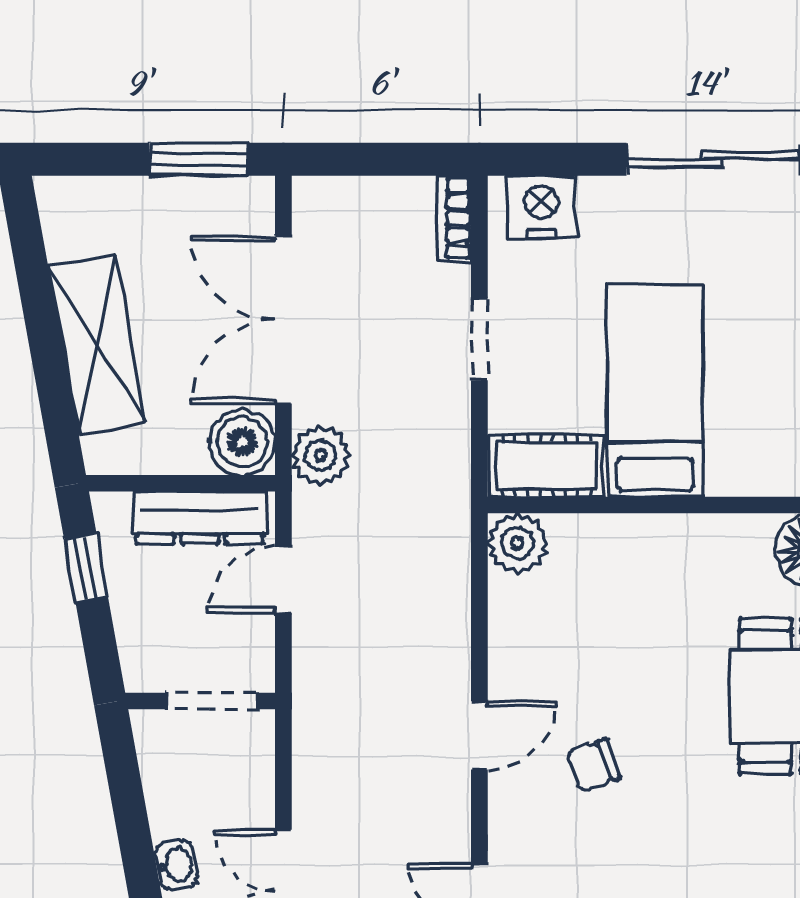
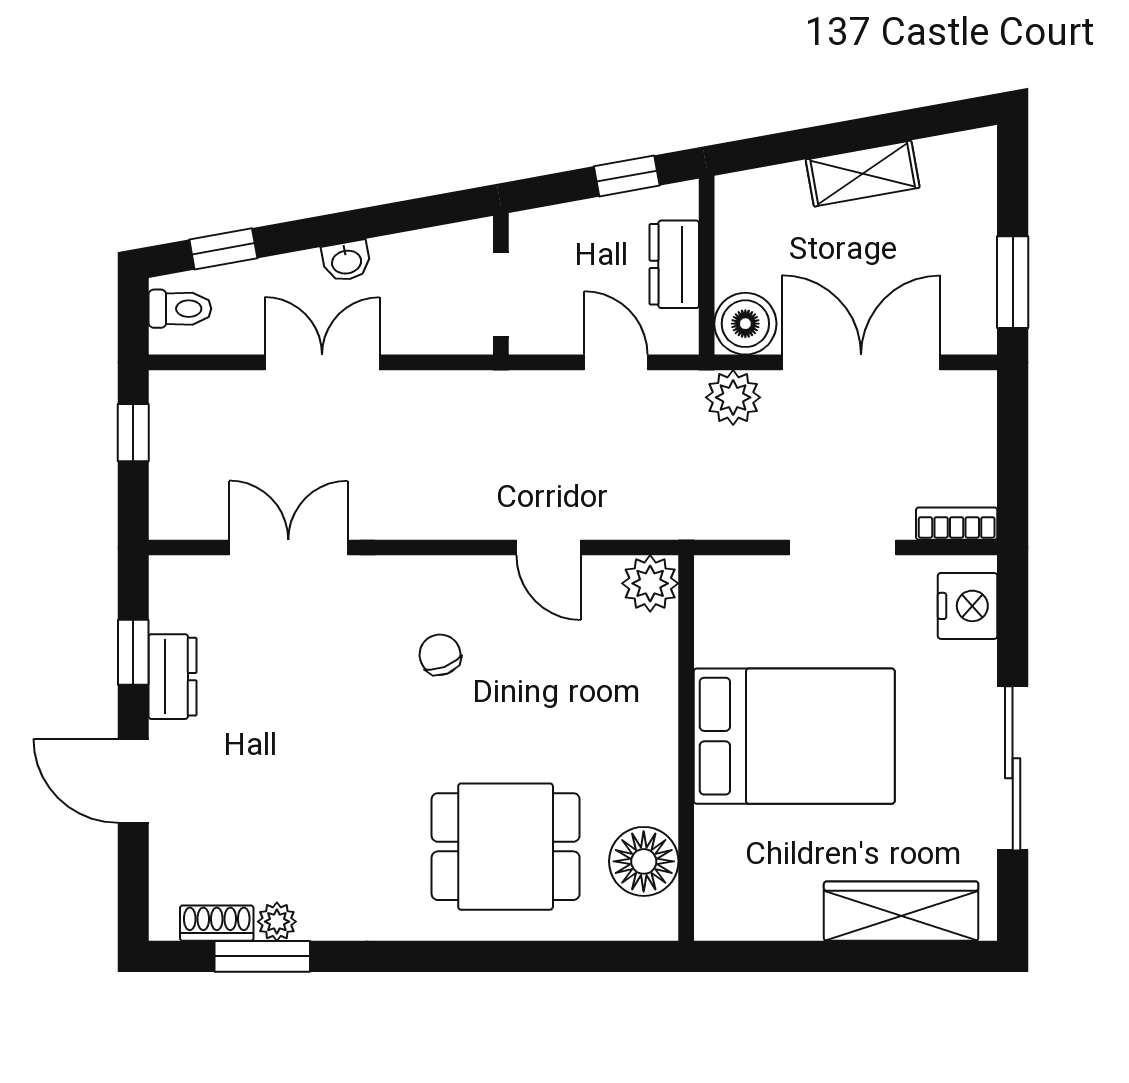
doorway: (479, 339) -> (843, 548), width x1.38
shelving: (97, 344) -> (863, 174), width x0.67, depth x0.75
bed: (655, 391) -> (794, 736), width x1.50
cot: (546, 466) -> (723, 611), removed
dresser: (200, 518) -> (674, 264), width x0.70
door: (479, 735) -> (549, 548), moved

